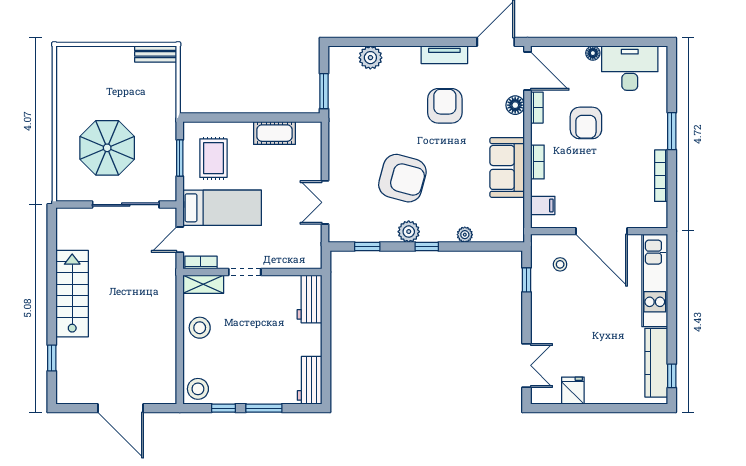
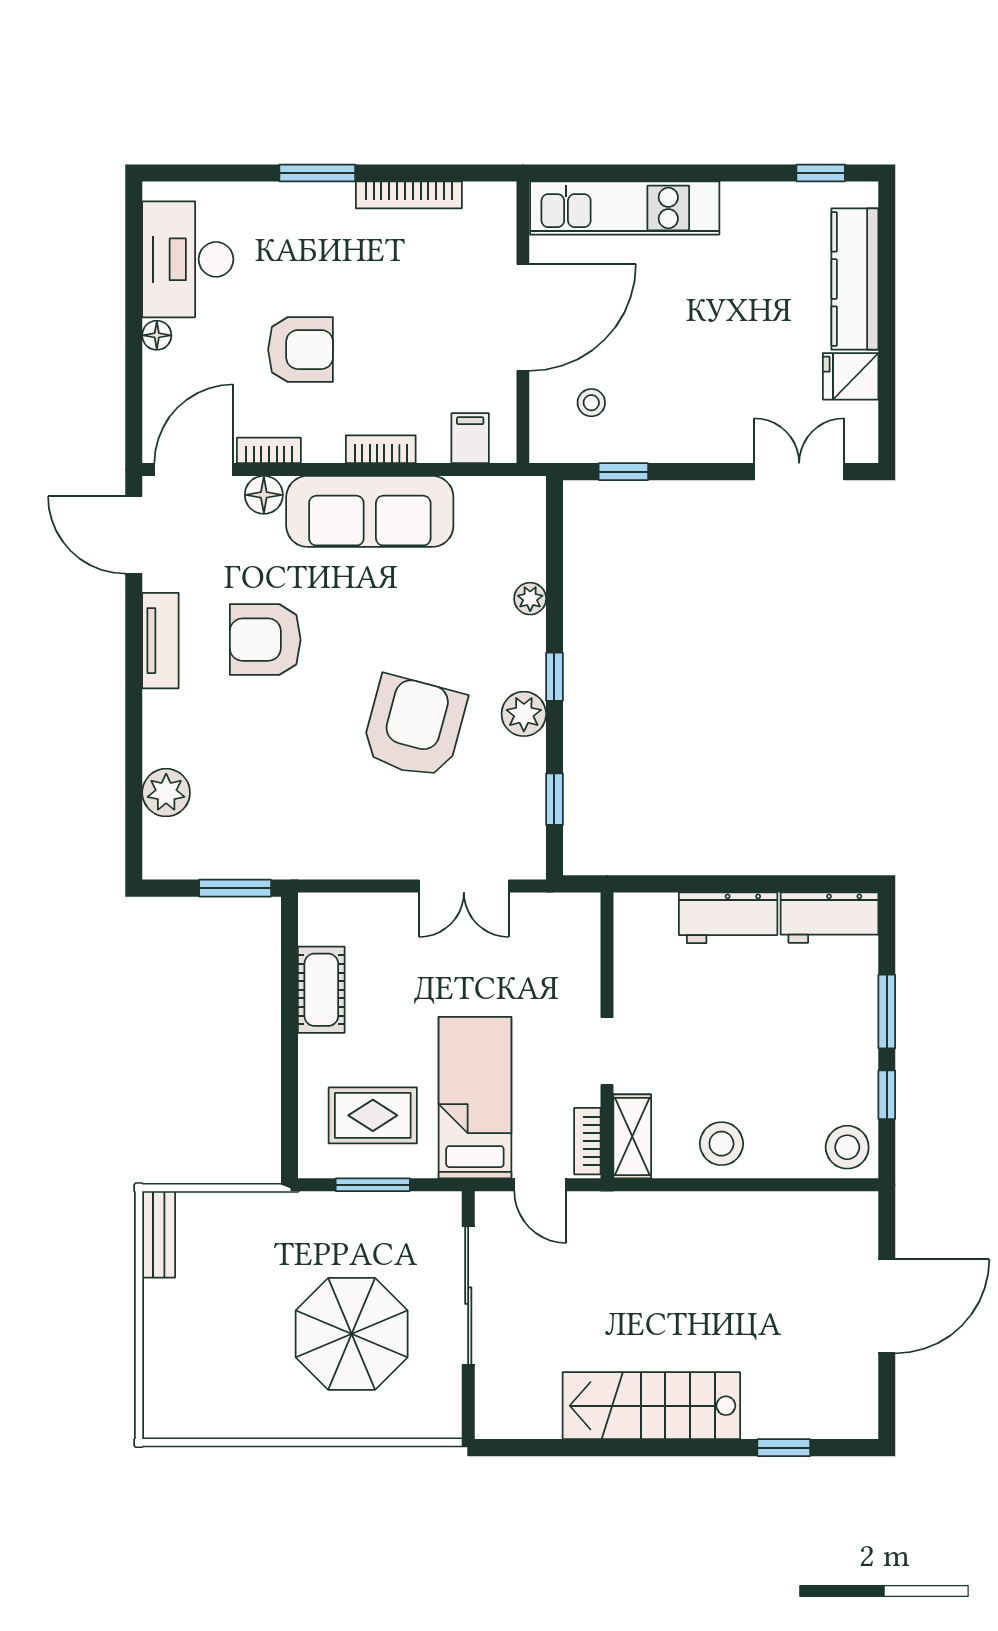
sofa: (507, 167) -> (370, 511), width x1.36
workbench: (310, 299) -> (728, 918), moved
kitchen counter: (656, 363) -> (855, 279), moved, turned 90

